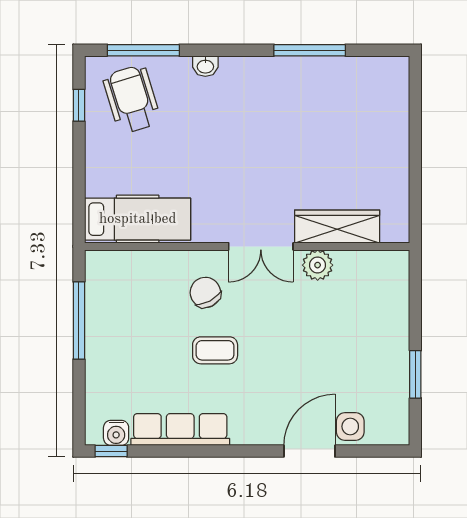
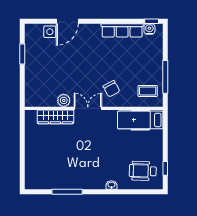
window: (143, 50) -> (138, 192), removed
wheelchair: (132, 99) -> (143, 171), turned 109
coffee table: (215, 350) -> (148, 91), moved

